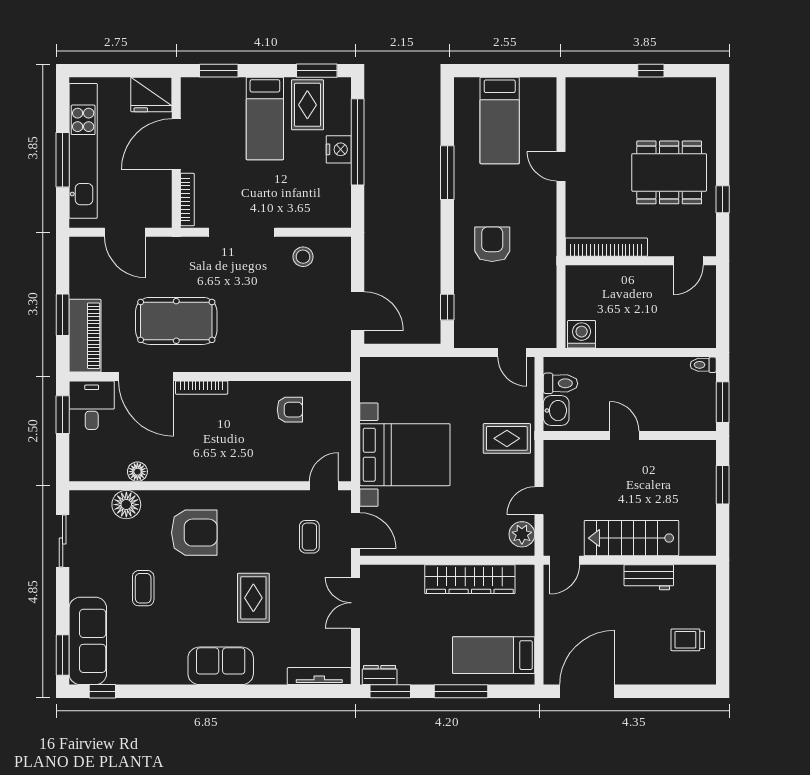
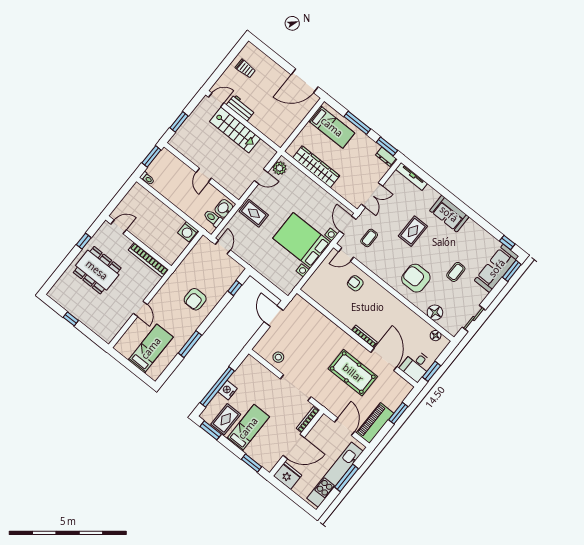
piano: (85, 336) -> (375, 423), moved
armchair: (290, 410) -> (355, 283), moved
floor lamp: (137, 472) -> (436, 336), moved
door: (565, 560) -> (216, 100), moved

